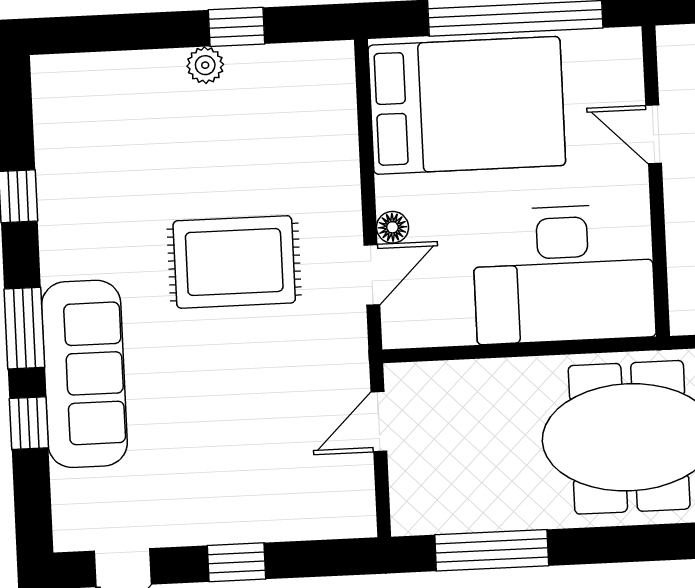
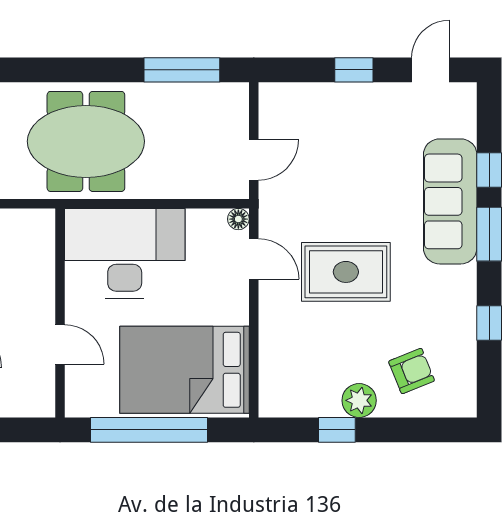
plant: (205, 65) -> (359, 400), width x1.38, depth x1.38
armchair: (130, 119) -> (412, 371), added
floor lamp: (392, 227) -> (238, 219), moved
door: (372, 275) -> (254, 259), swing flipped

